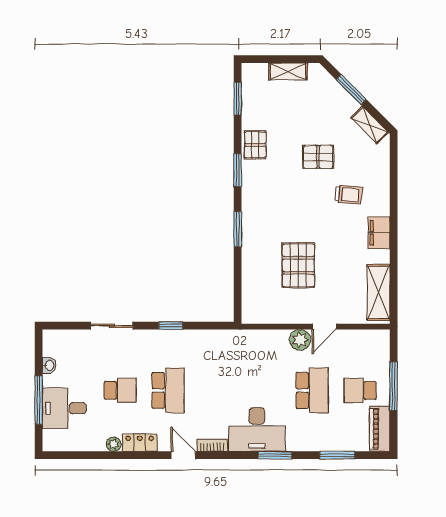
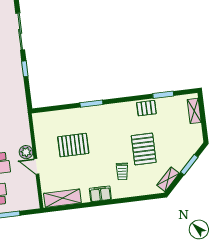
shelving: (288, 71) -> (194, 111), moved
window: (238, 99) -> (163, 95), moved
pallet: (318, 157) -> (144, 149), width x1.50, depth x1.42
window: (238, 170) -> (129, 99), removed
sliding door: (112, 326) -> (20, 31), width x1.37

